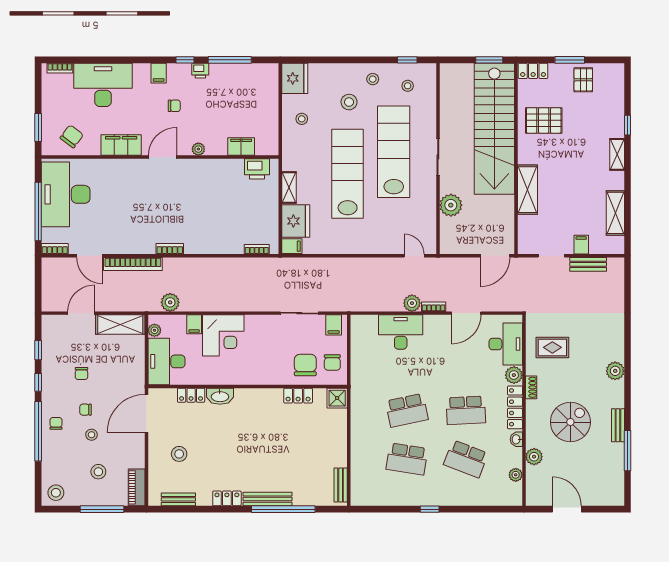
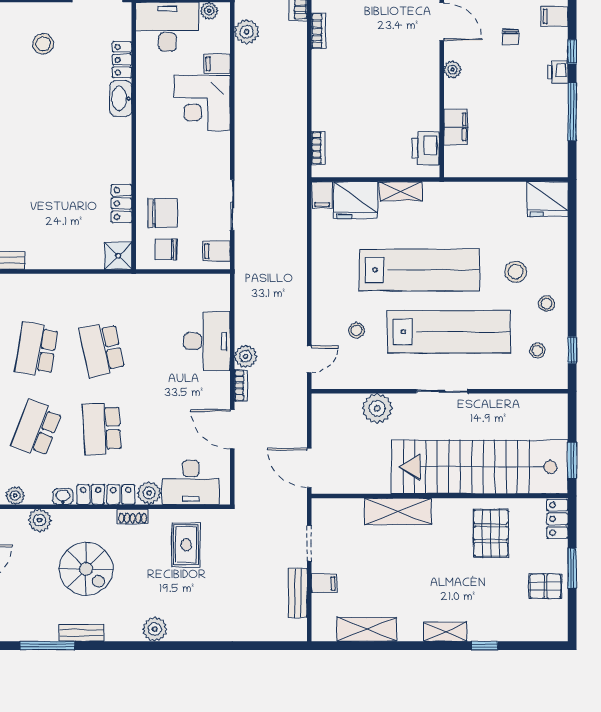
stool: (302, 119) -> (356, 330), moved

